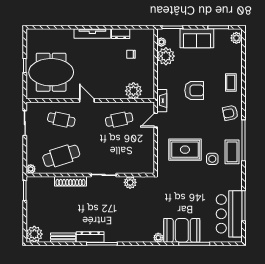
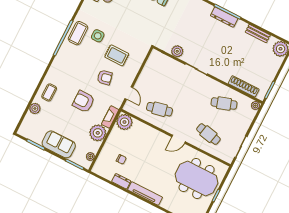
plant: (236, 38) -> (35, 109), moved
plant: (166, 56) -> (98, 133), moved
plant: (133, 91) -> (124, 122), moved
door: (87, 100) -> (179, 139), hinge flipped
fireplace: (162, 101) -> (110, 117), moved
armchair: (230, 113) -> (105, 77), moved
door: (156, 120) -> (129, 93), hinge flipped
rug: (185, 150) -> (117, 55), width x0.73, depth x0.70
cafe table: (61, 156) -> (224, 103), width x0.73, depth x0.74
shoe rack: (71, 181) -> (244, 86), moved
dresser: (90, 237) -> (224, 17), moved

